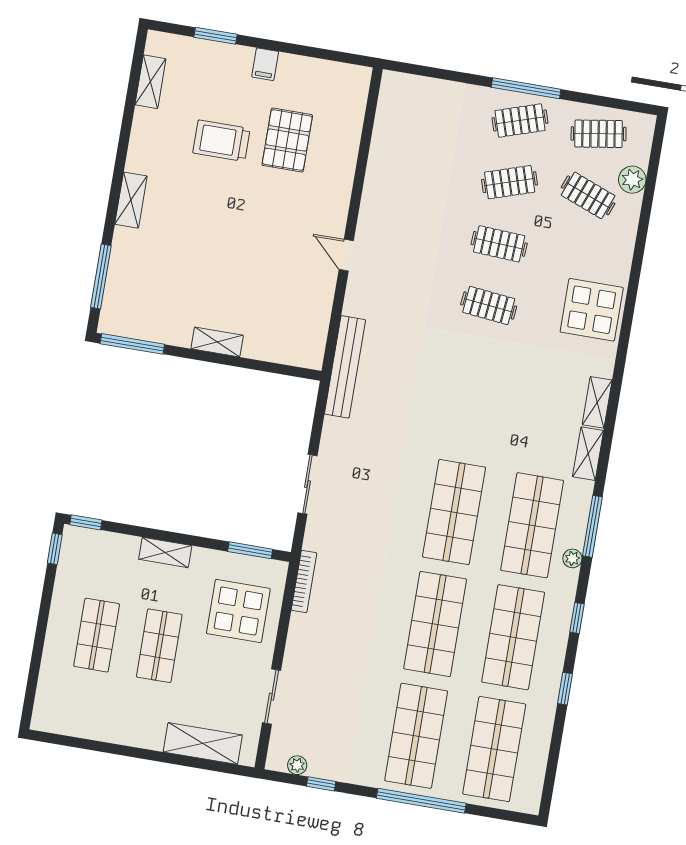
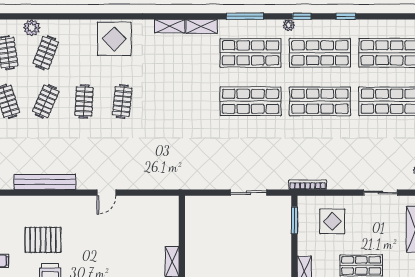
clothes rail: (510, 182) -> (46, 101), turned 42
bench: (345, 367) -> (45, 182), moved
plant: (572, 558) -> (289, 25), moved
display table: (238, 611) -> (332, 221), width x0.73, depth x0.73

